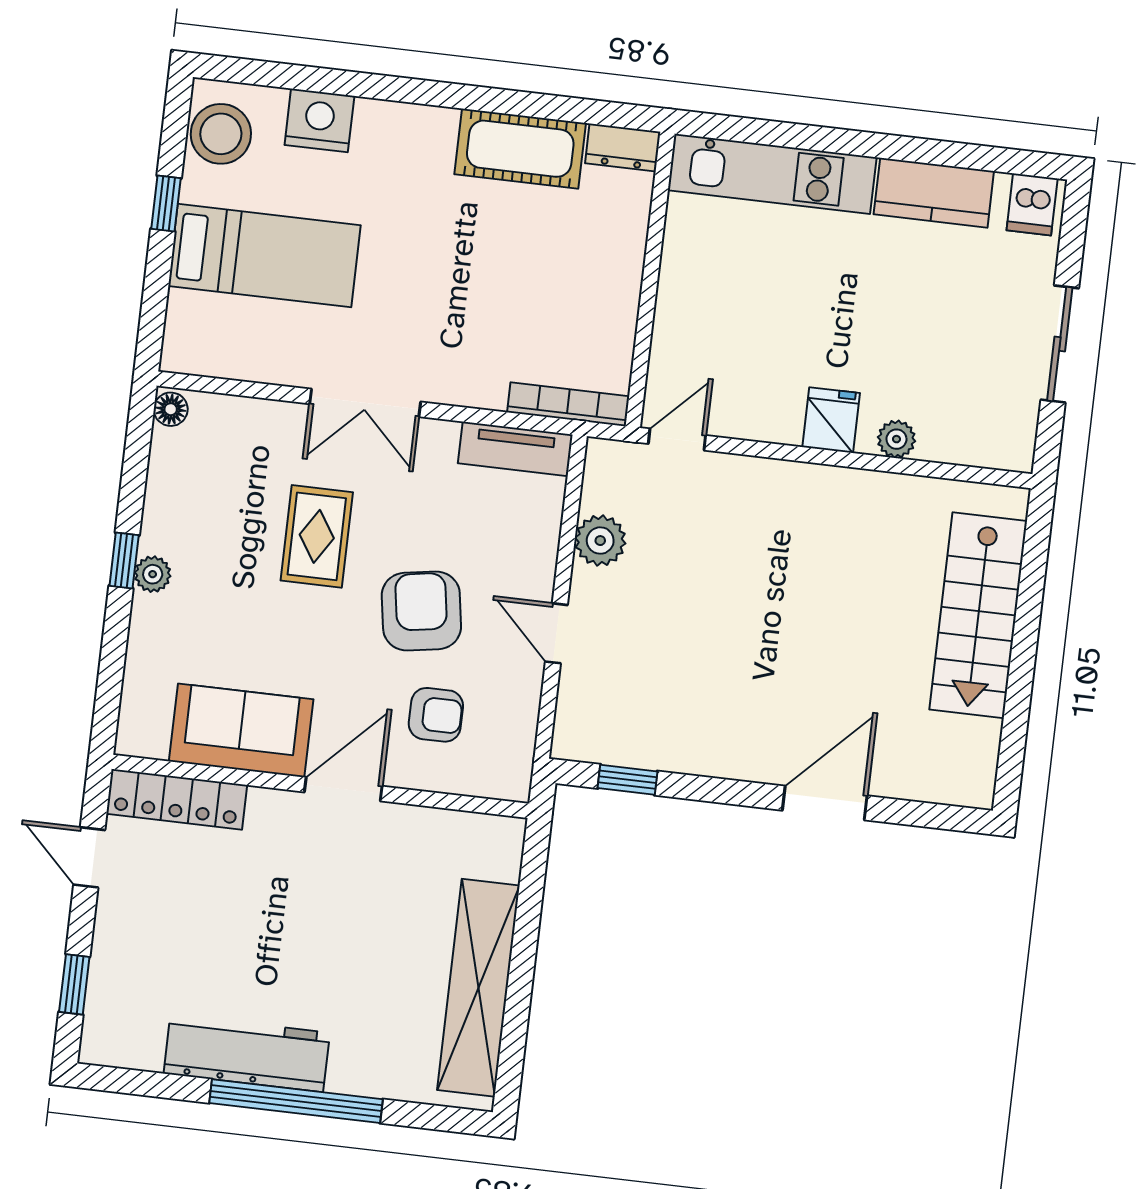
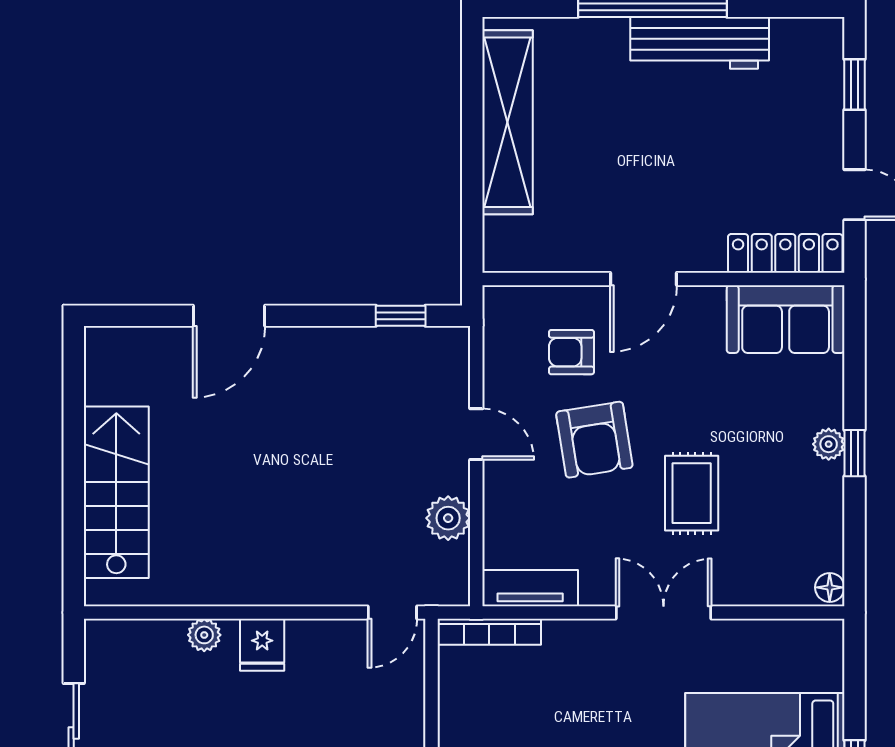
sofa: (241, 730) -> (786, 319), moved

